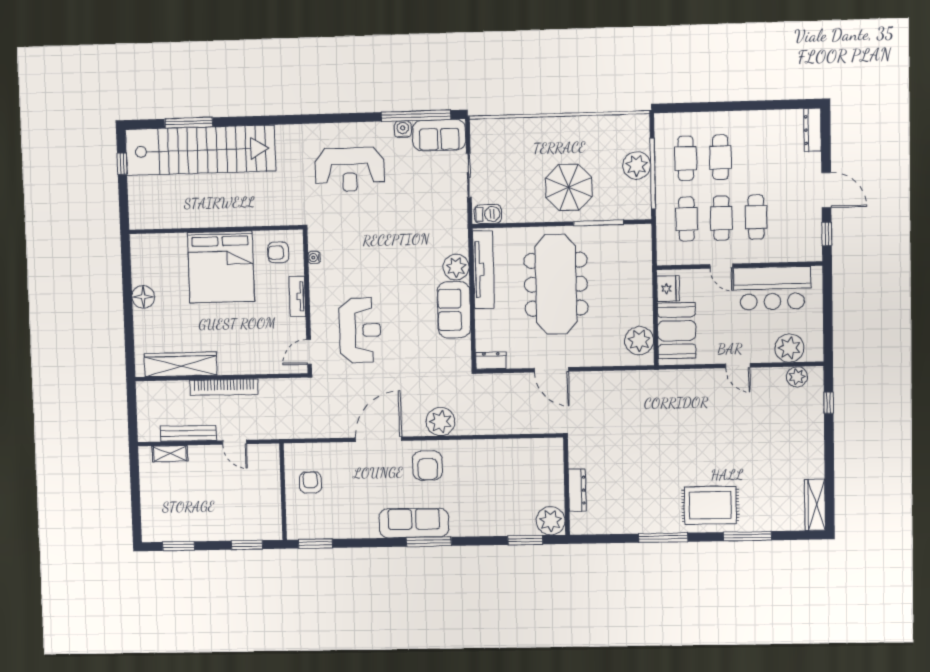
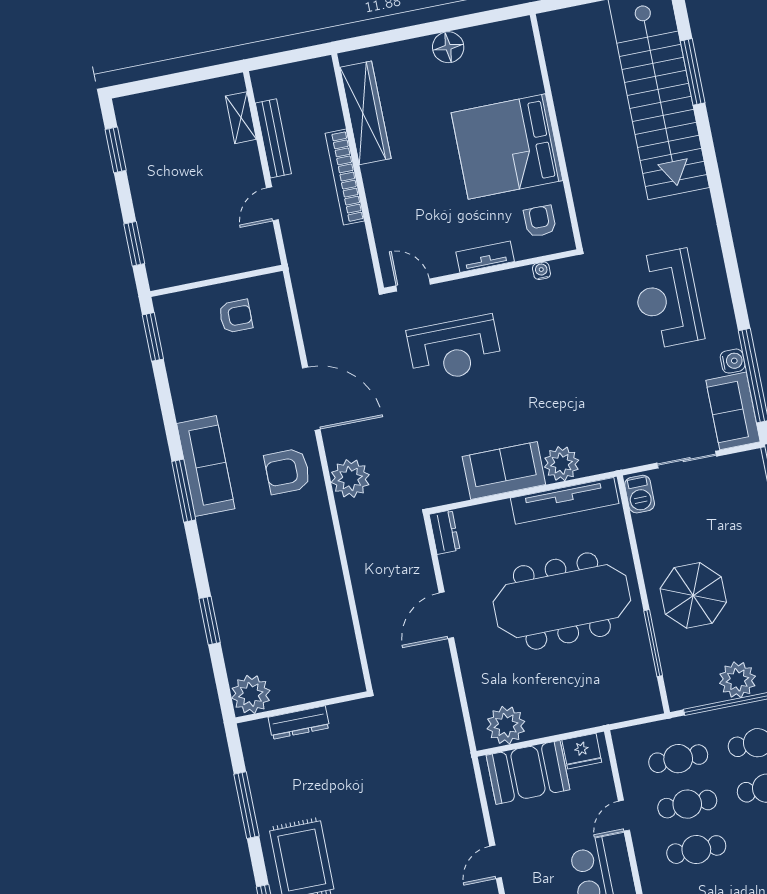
wall: (566, 486) -> (302, 707), moved
dresser: (577, 490) -> (299, 723), moved
plant: (551, 521) -> (251, 694), moved

